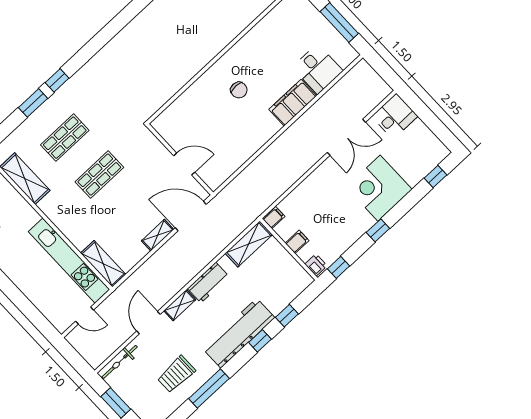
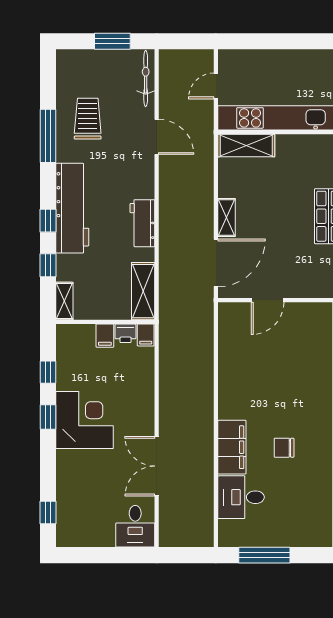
chair: (239, 90) -> (284, 448), moved
corner desk: (379, 188) -> (84, 420), moved
printer: (316, 265) -> (126, 333), moved
window: (339, 267) -> (48, 372), moved
shelving: (180, 305) -> (64, 301), moved

